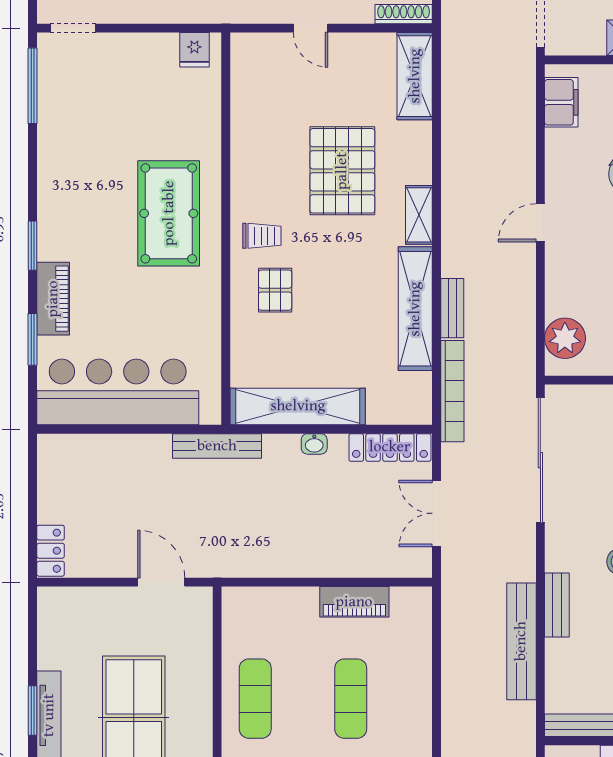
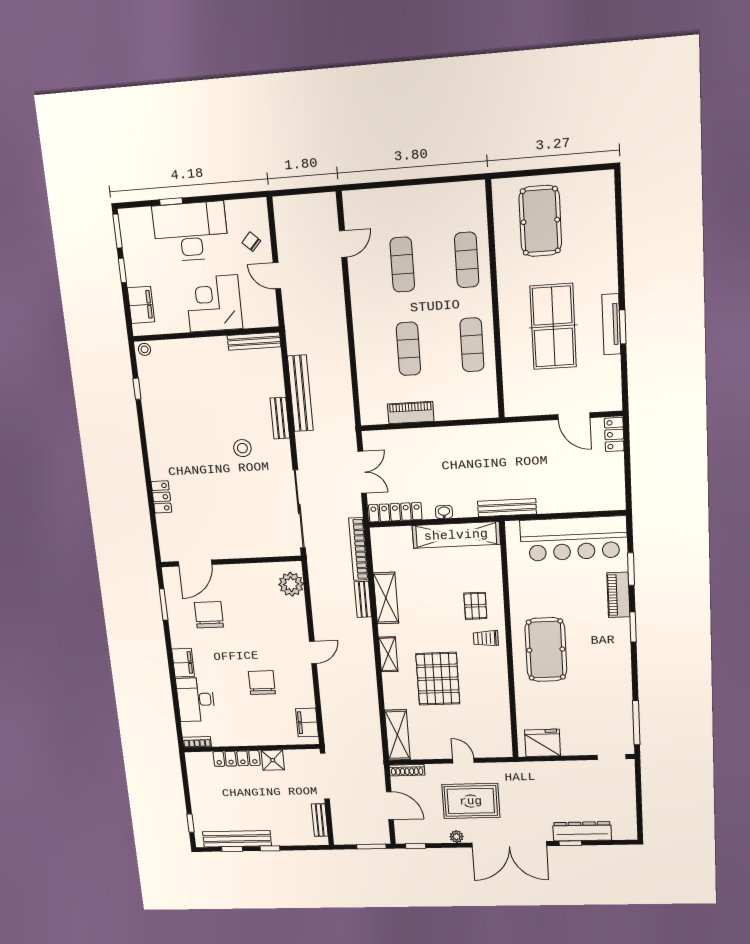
fridge: (194, 50) -> (543, 743), width x1.88, depth x1.34
shelving: (415, 309) -> (386, 598), width x0.68
door: (161, 582) -> (574, 416), moved

